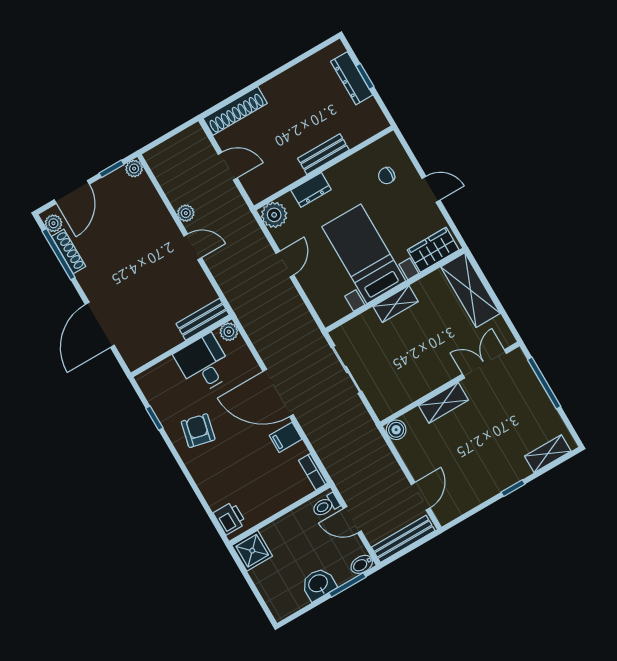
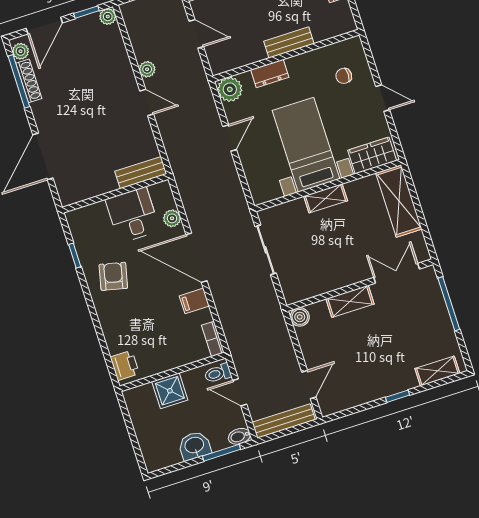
plant: (229, 332) -> (172, 218), moved
shower: (252, 551) -> (170, 391), moved

